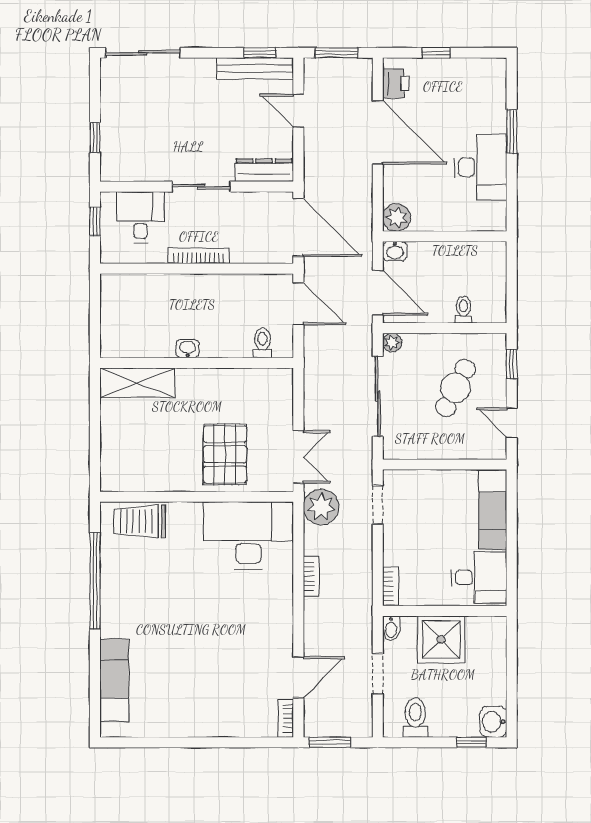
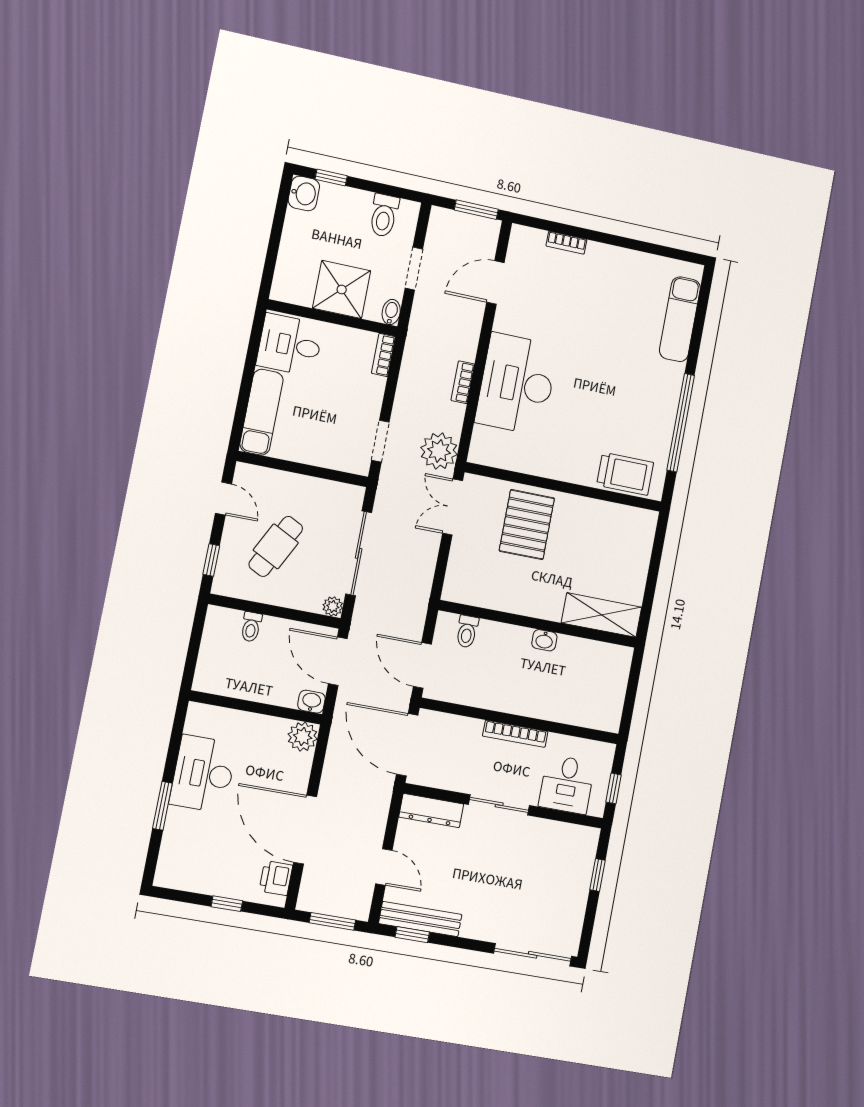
desk: (248, 535) -> (517, 384), moved, turned 90
bookcase: (286, 718) -> (566, 243), moved, turned 90

